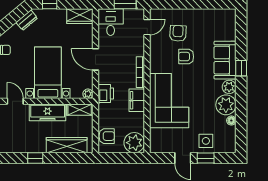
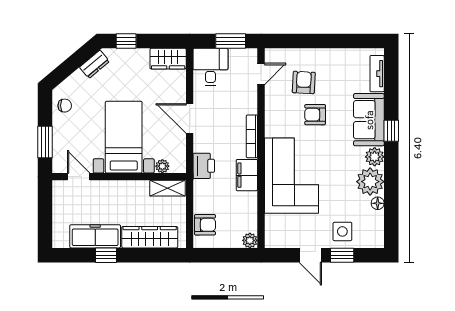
tv unit: (231, 27) -> (377, 74), added
plant: (88, 94) -> (162, 166), moved
freezer: (48, 112) -> (95, 236), moved, turned 180
plant: (134, 143) -> (250, 240), width x0.53, depth x0.53

